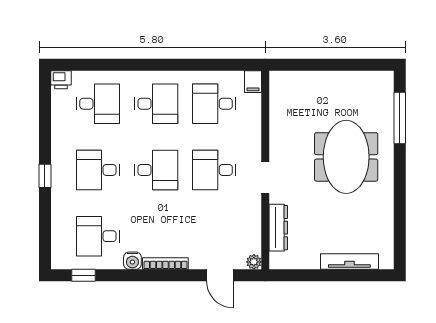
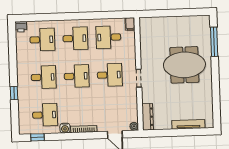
meeting table: (346, 157) -> (184, 65), turned 90
desk: (98, 170) -> (44, 77), turned 180
desk: (214, 170) -> (110, 75), turned 180
window: (45, 176) -> (14, 93), moved
dresser: (278, 228) -> (148, 117), moved
desk: (98, 236) -> (45, 115), turned 180

